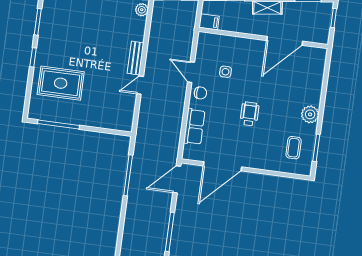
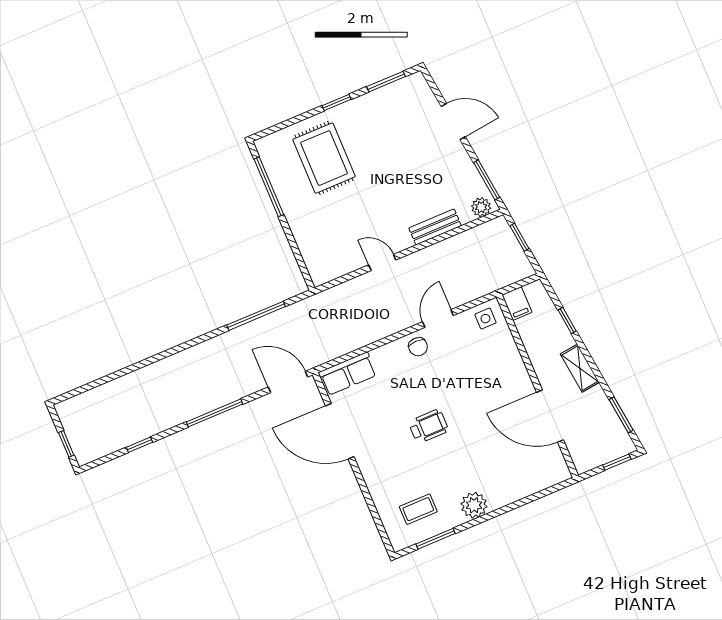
bench: (136, 58) -> (435, 227), moved
side table: (225, 72) -> (485, 319), moved
row of seats: (194, 127) -> (348, 374), moved

